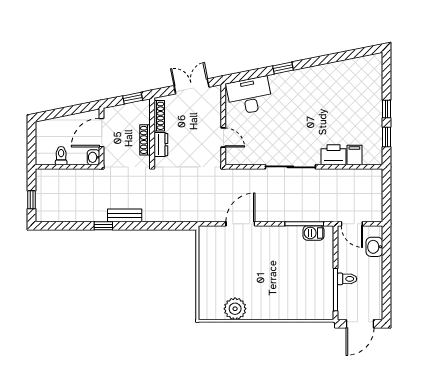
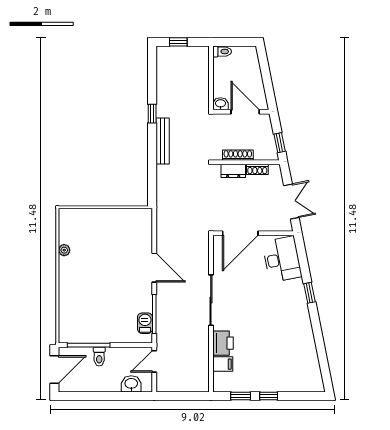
shoe rack: (159, 116) -> (257, 169), width x0.70
door: (223, 137) -> (240, 233), width x1.88
toilet: (61, 156) -> (222, 52), moved
bench: (125, 215) -> (163, 141), width x1.36
door: (240, 224) -> (154, 268), moved
plant: (235, 309) -> (64, 250), width x0.53, depth x0.53
door: (360, 324) -> (54, 370), swing flipped

